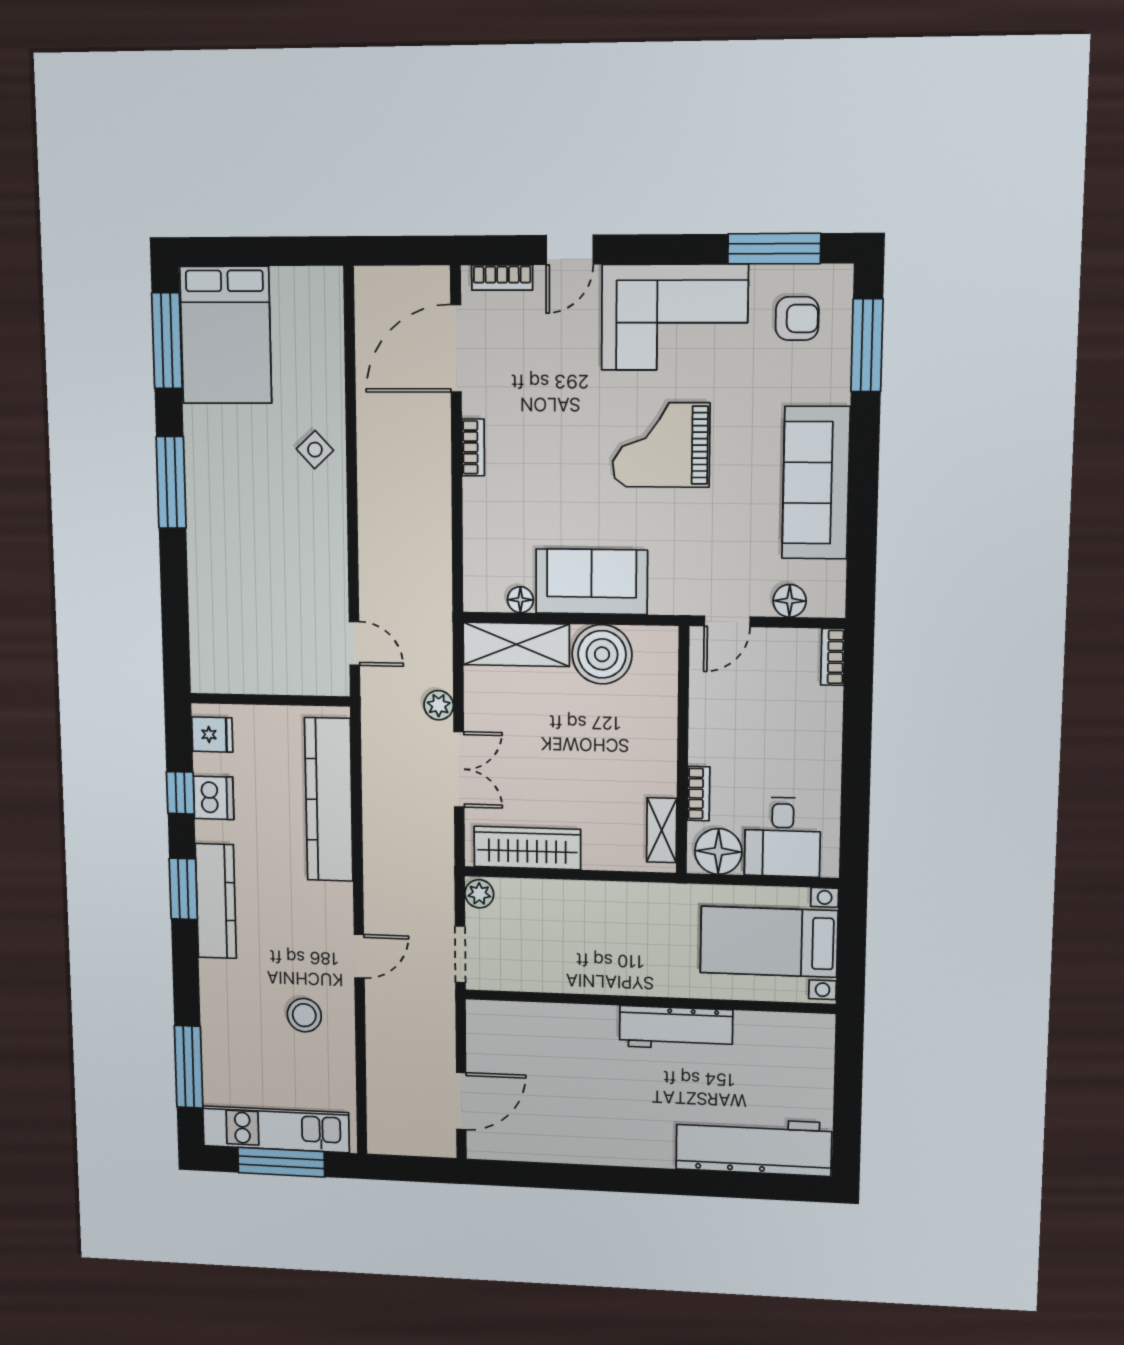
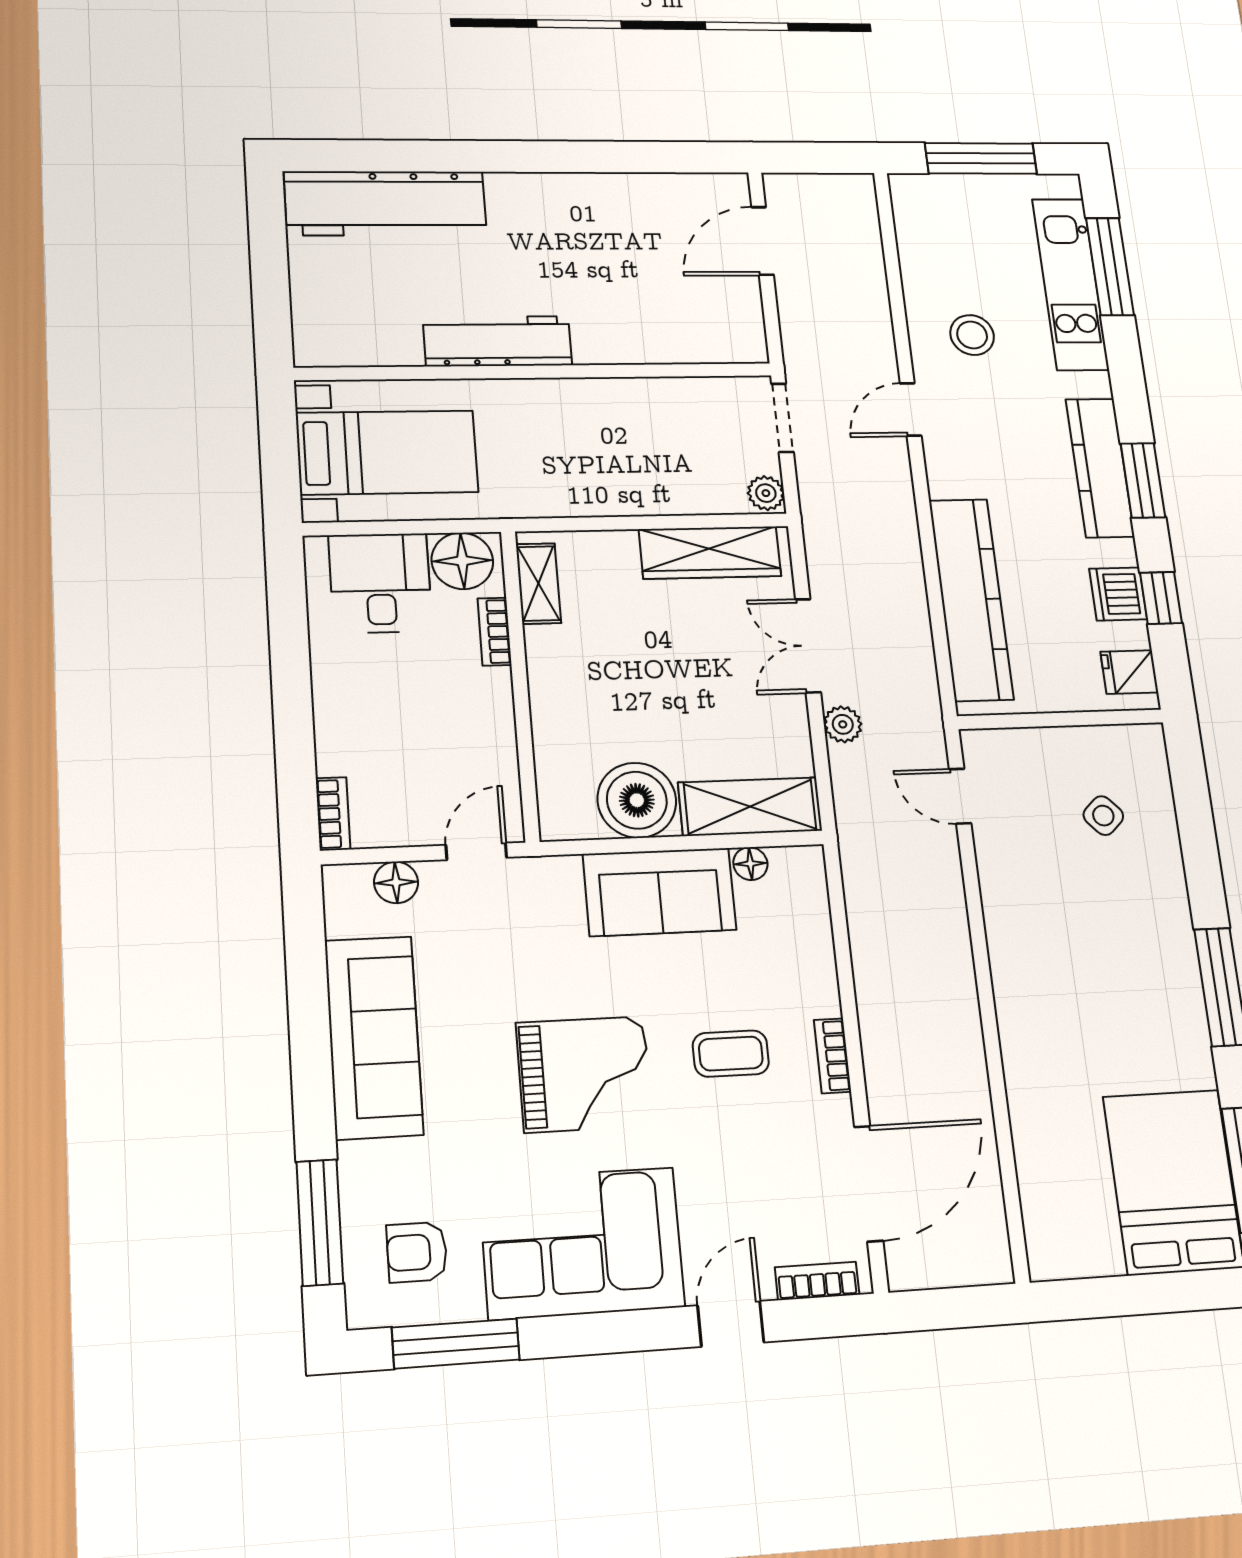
side table: (315, 450) -> (1103, 816), moved
coffee table: (550, 454) -> (731, 1054), added
kitchen unit: (276, 1129) -> (1070, 284), moved, turned 90

